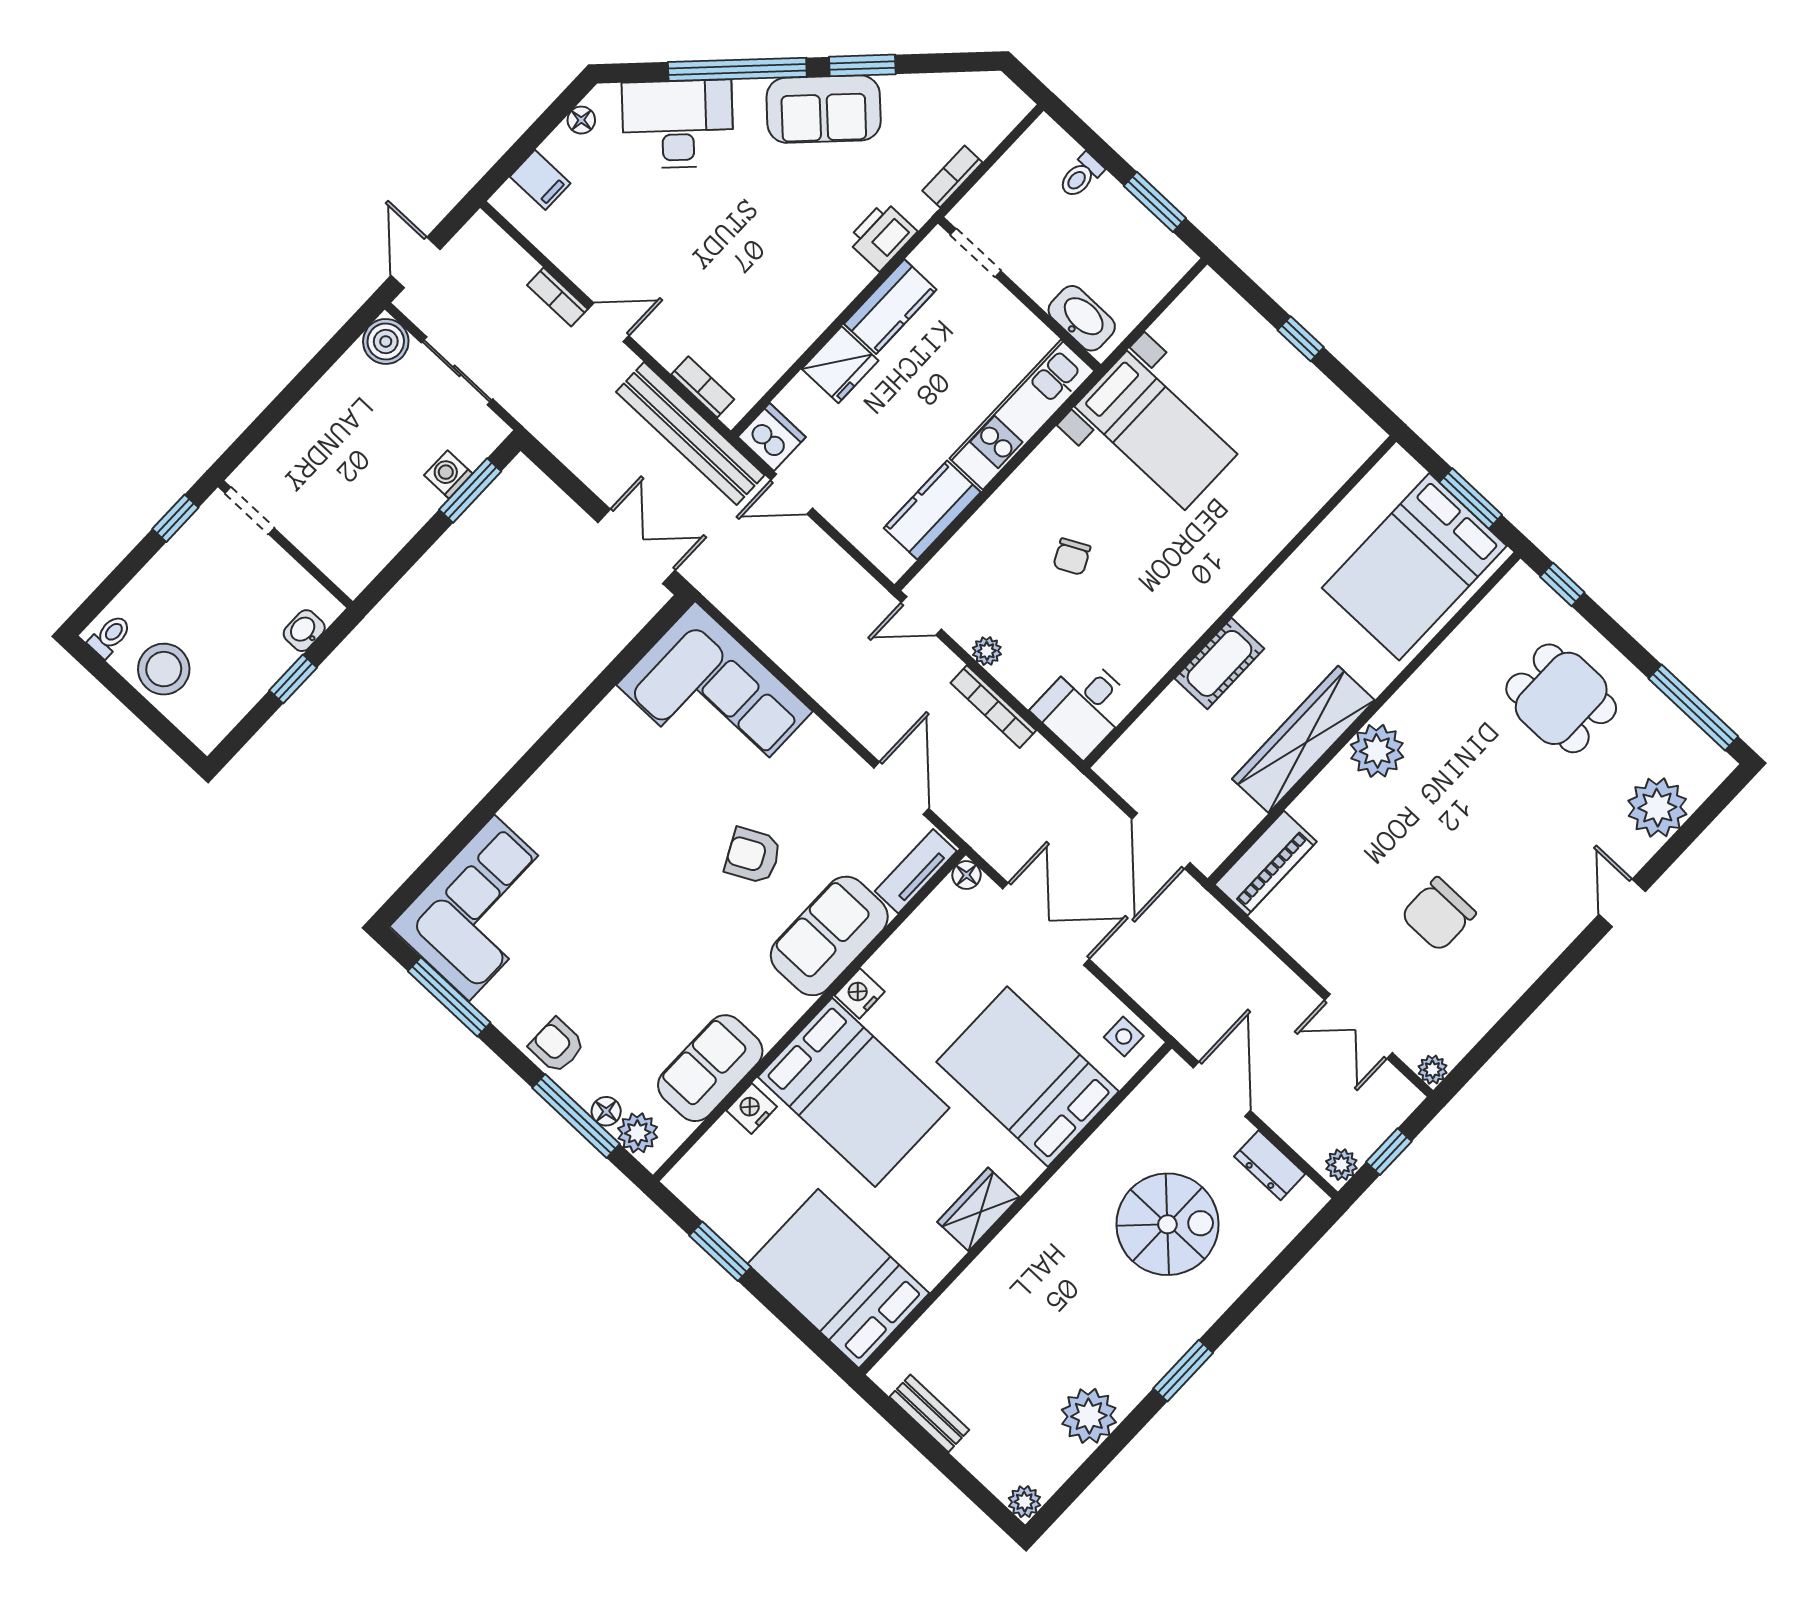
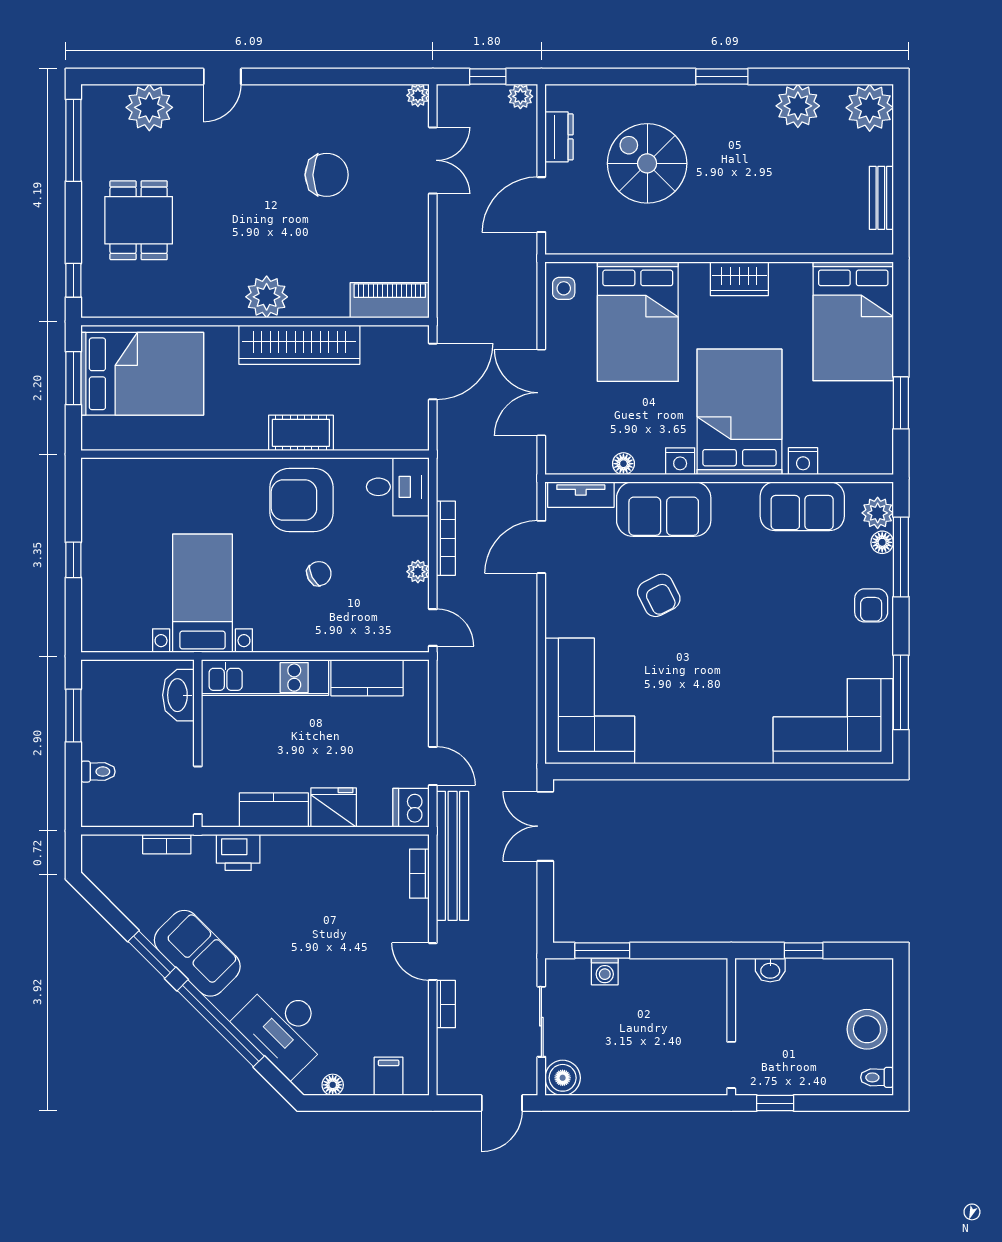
armchair: (1156, 605) -> (302, 500), added
floor lamp: (966, 875) -> (623, 464), moved
plant: (1025, 1502) -> (870, 108), width x1.88, depth x1.88

